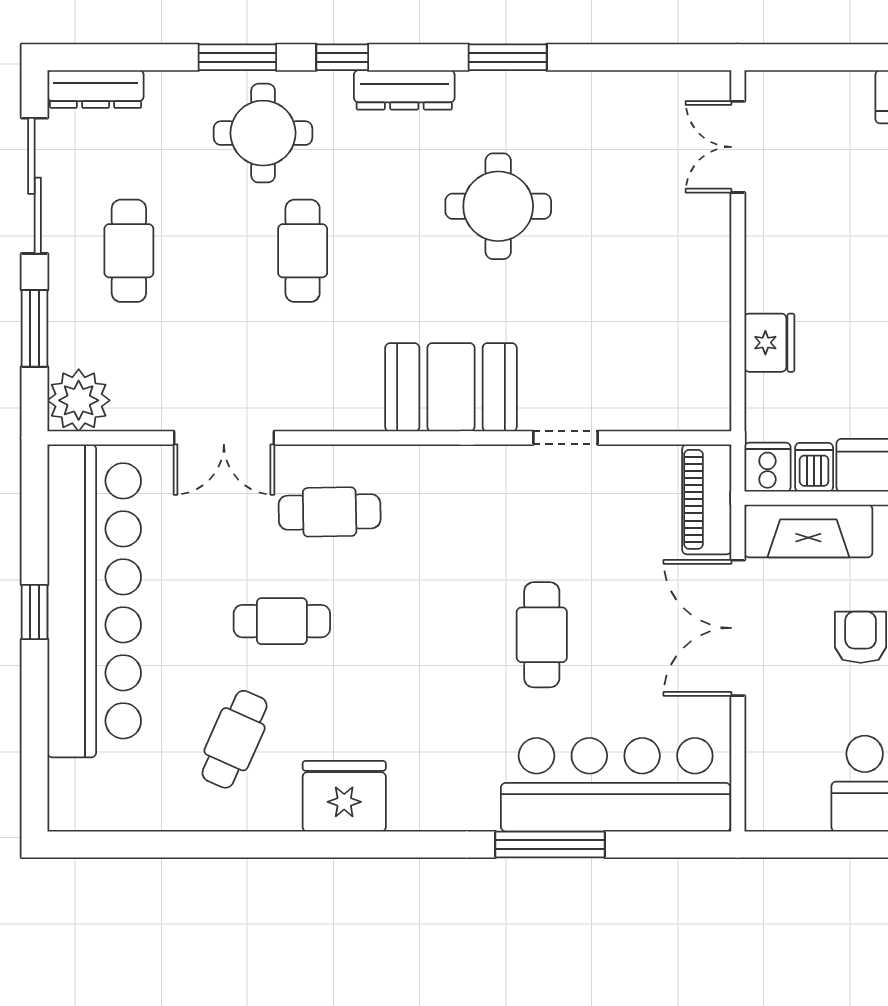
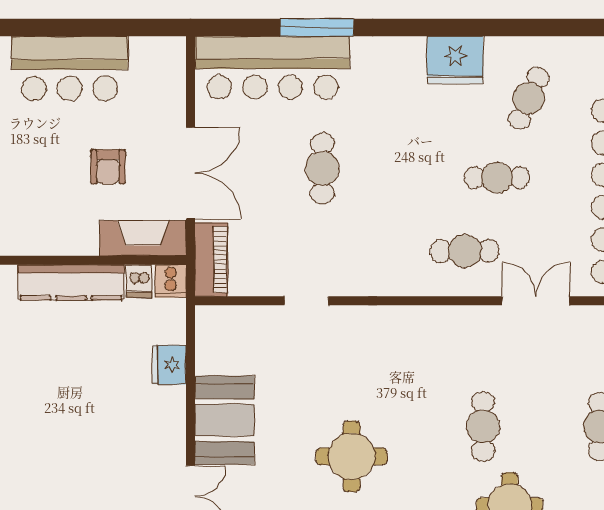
booth: (451, 387) -> (225, 420), moved, turned 90

